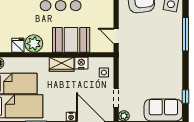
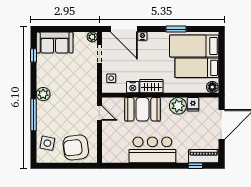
plant: (175, 56) -> (43, 94), added

